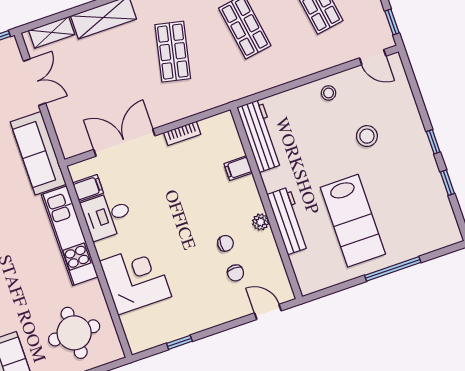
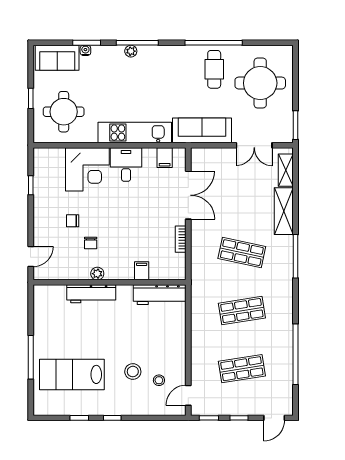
stool: (329, 93) -> (159, 380), moved
desk: (107, 215) -> (126, 165), moved
lab bench: (353, 221) -> (72, 374), moved
chair: (236, 273) -> (73, 221), moved

